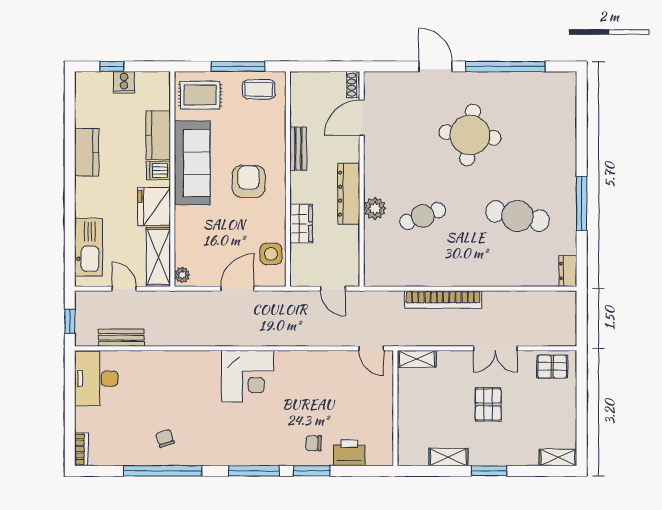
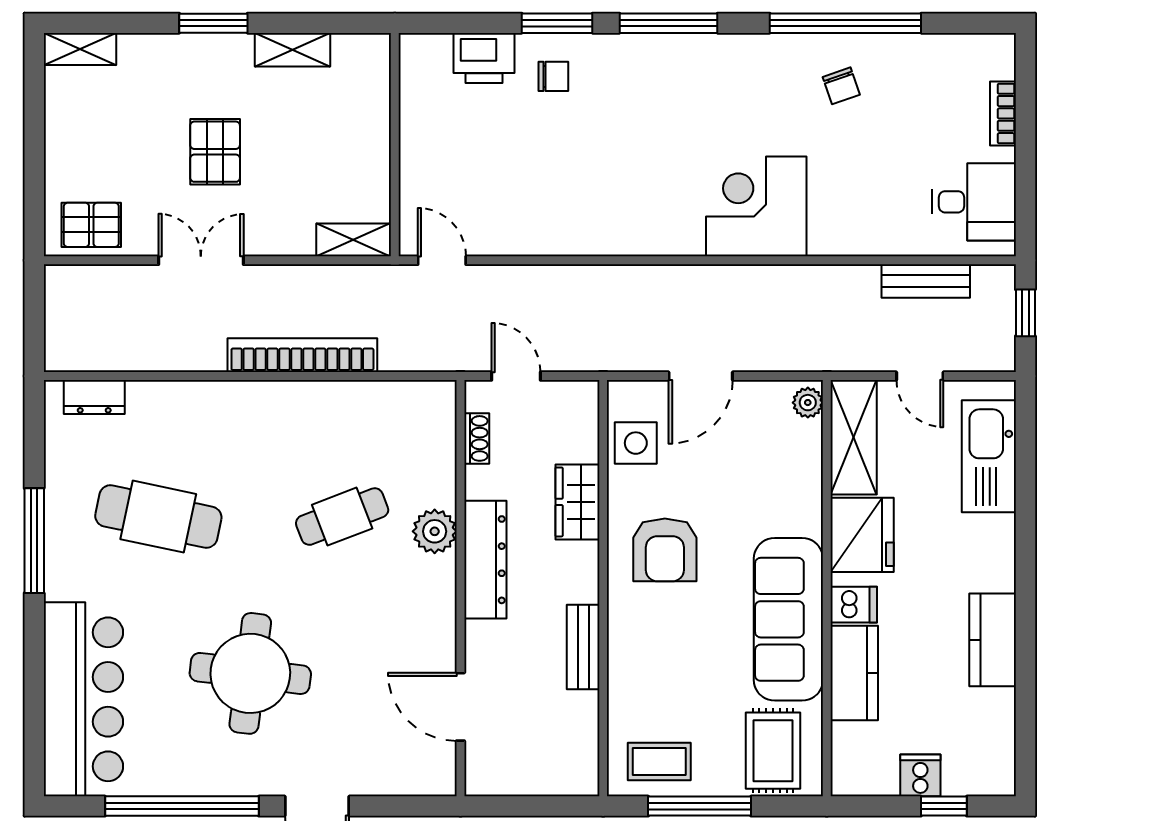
shoe rack: (353, 85) -> (477, 438), moved
rug: (200, 95) -> (773, 751), turned 90
door: (362, 118) -> (460, 707), swing flipped
bar counter: (556, 122) -> (83, 699), added
armchair: (249, 181) -> (665, 550), moved
dresser: (568, 271) -> (94, 397), moved, turned 90
corner desk: (247, 376) -> (756, 206), moved
desk: (96, 379) -> (974, 202), width x0.73
bookcase: (81, 449) -> (1003, 113), moved

